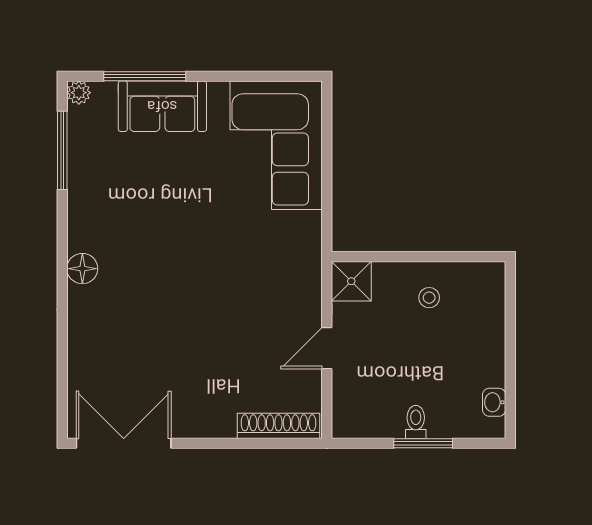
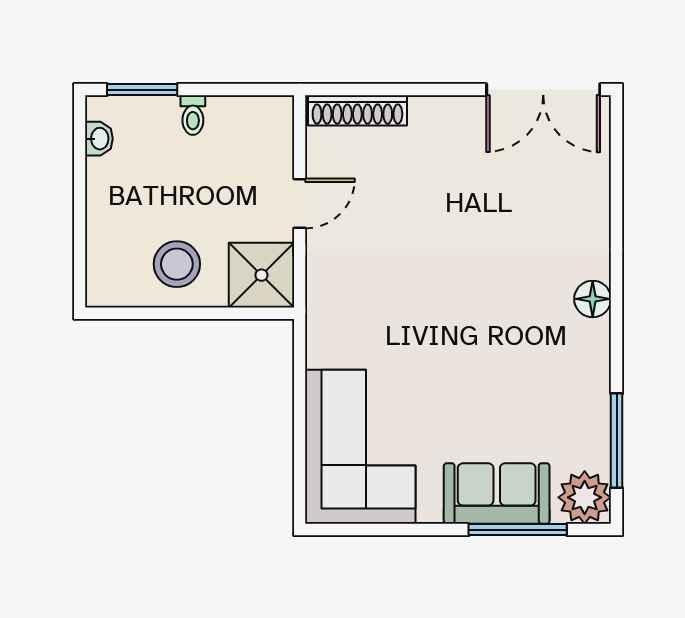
plant: (79, 93) -> (585, 497), width x1.88, depth x1.88
shower: (351, 281) -> (261, 275), width x1.36, depth x1.36
stool: (429, 298) -> (177, 264), width x1.89, depth x1.89
window: (423, 443) -> (142, 90), moved

